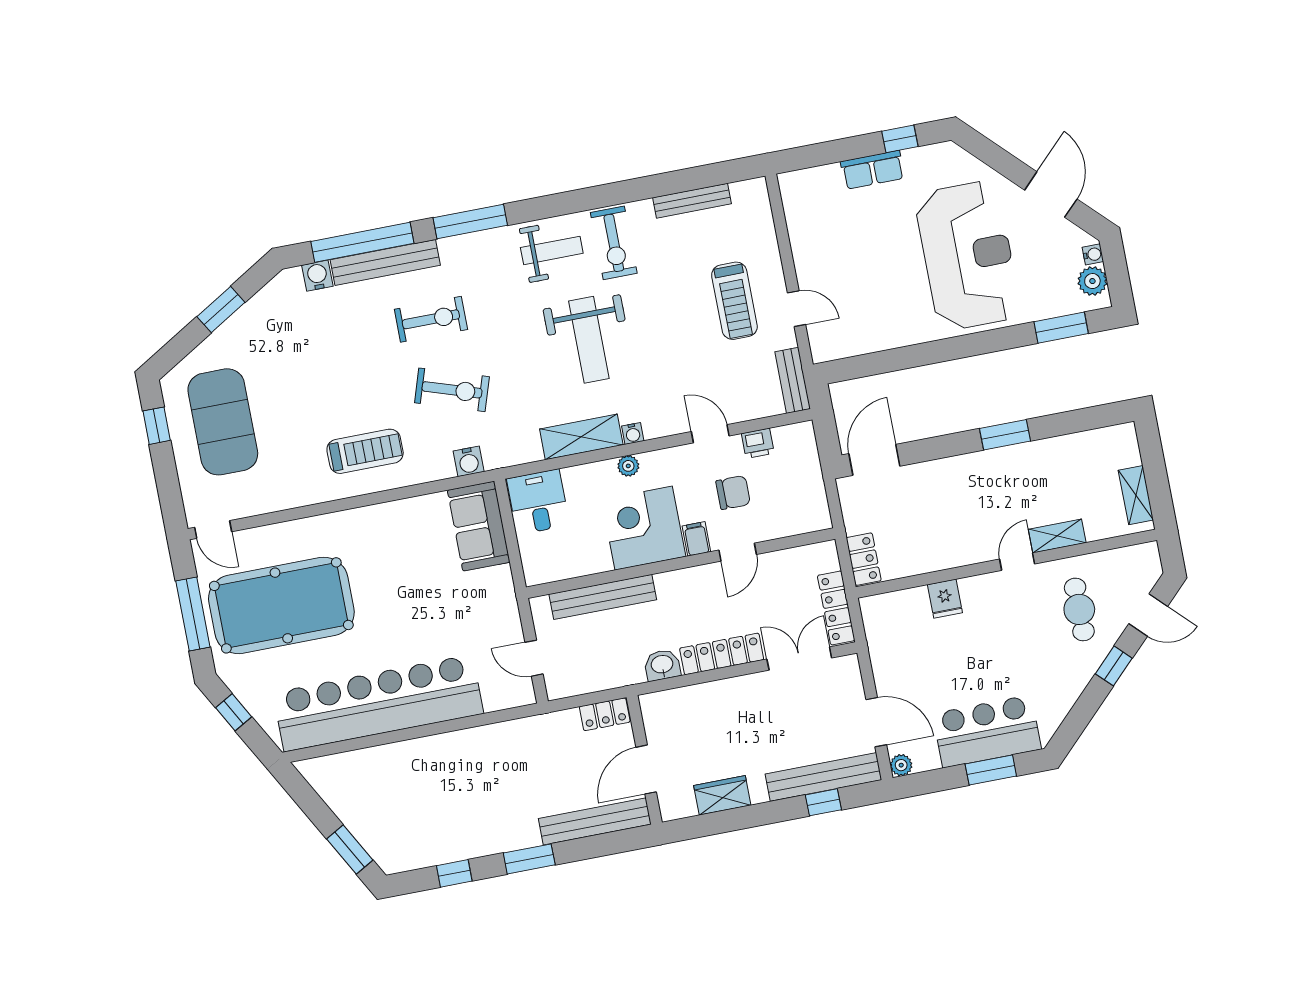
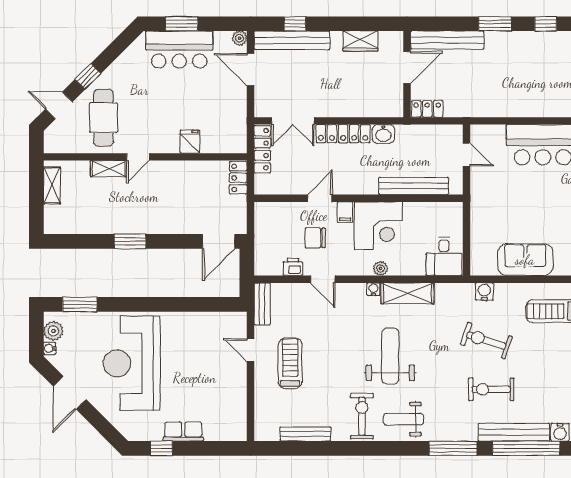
sofa: (479, 526) -> (525, 260), moved, turned -90
cafe table: (1079, 609) -> (103, 118), width x1.37, depth x1.35

